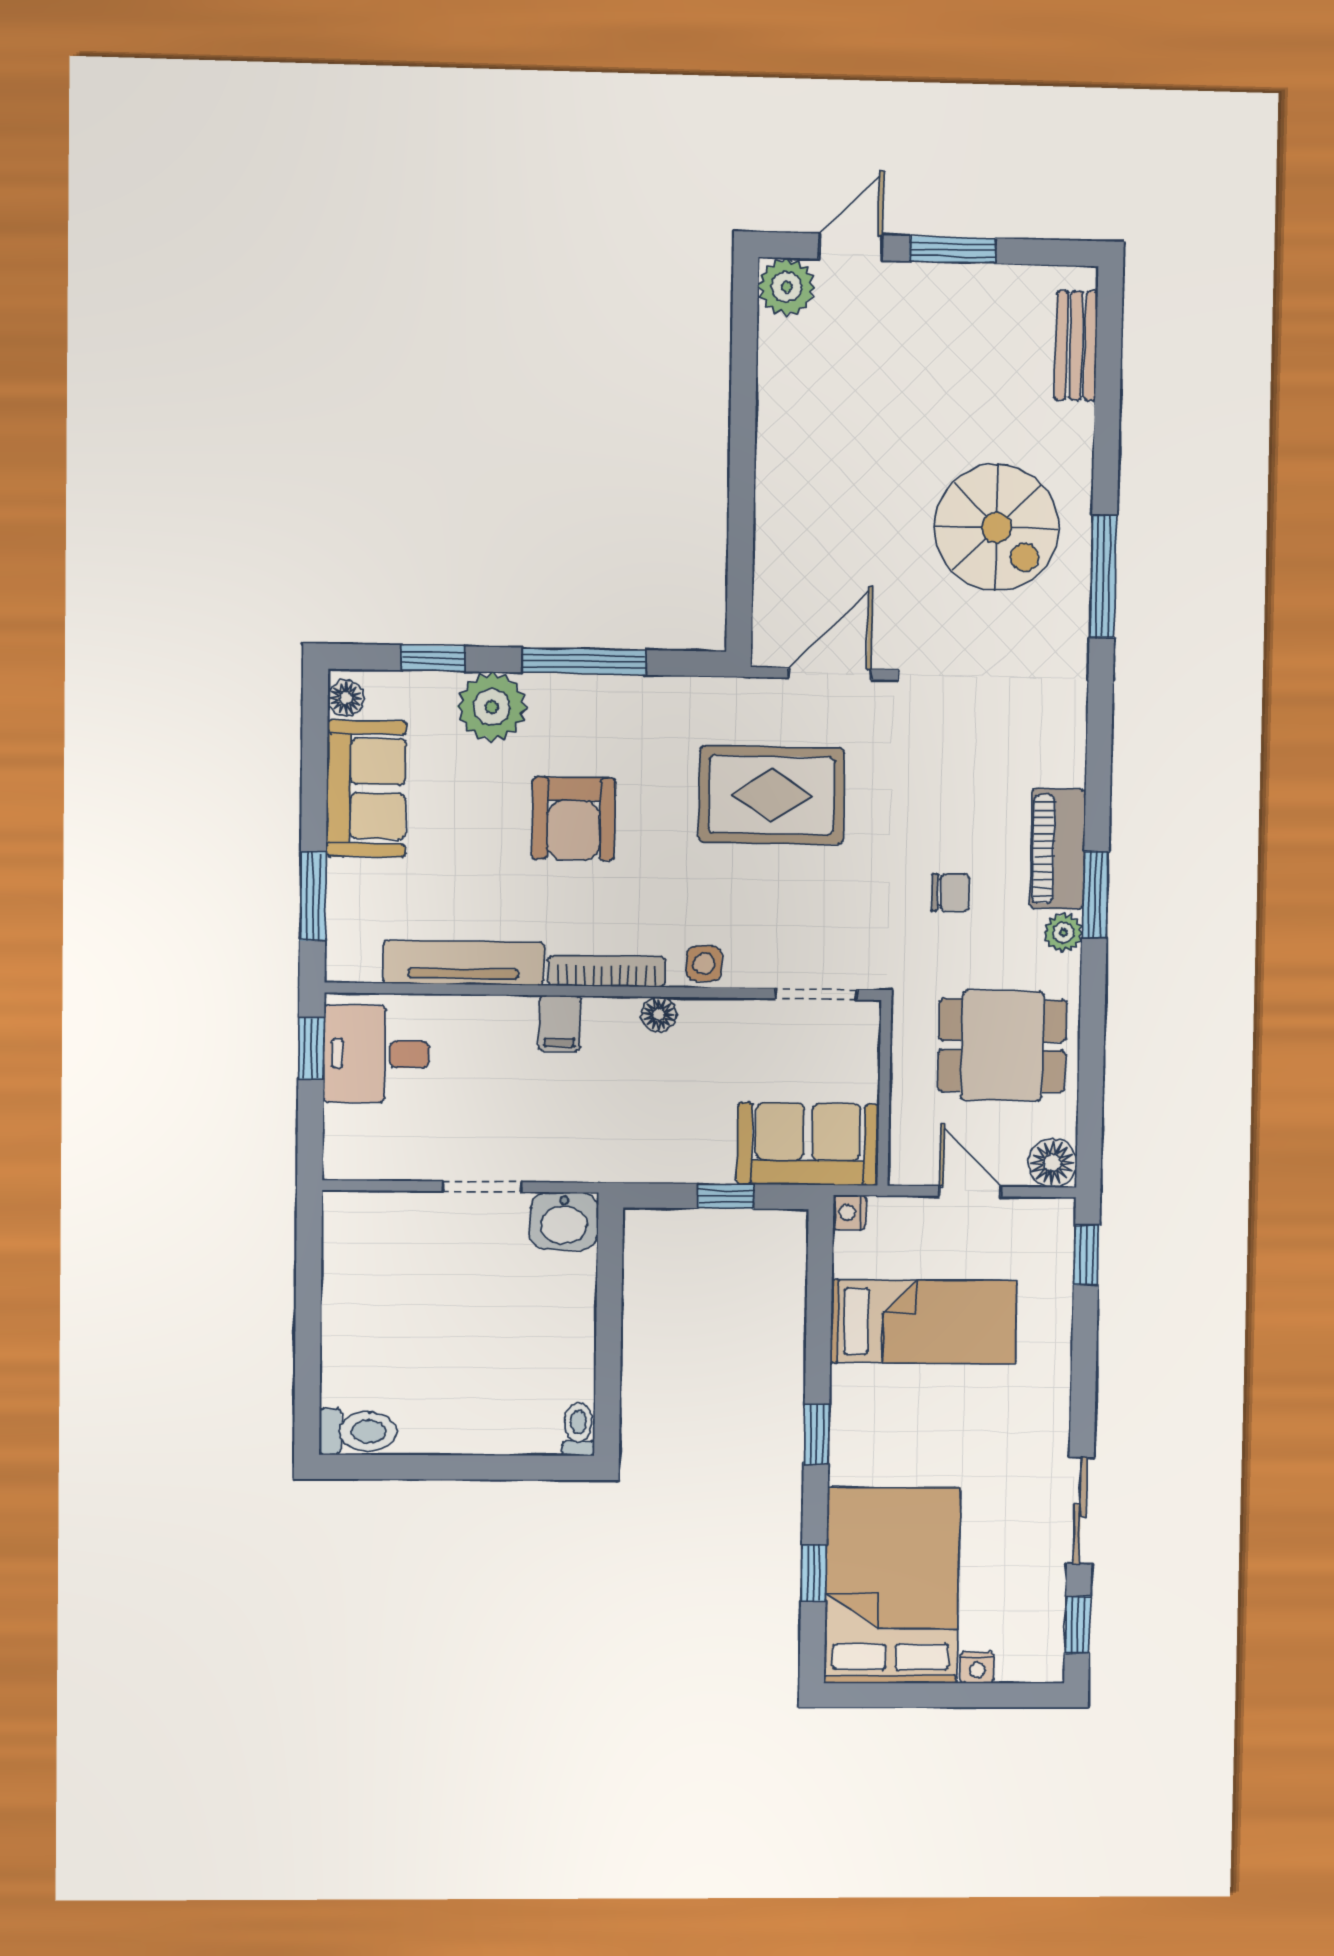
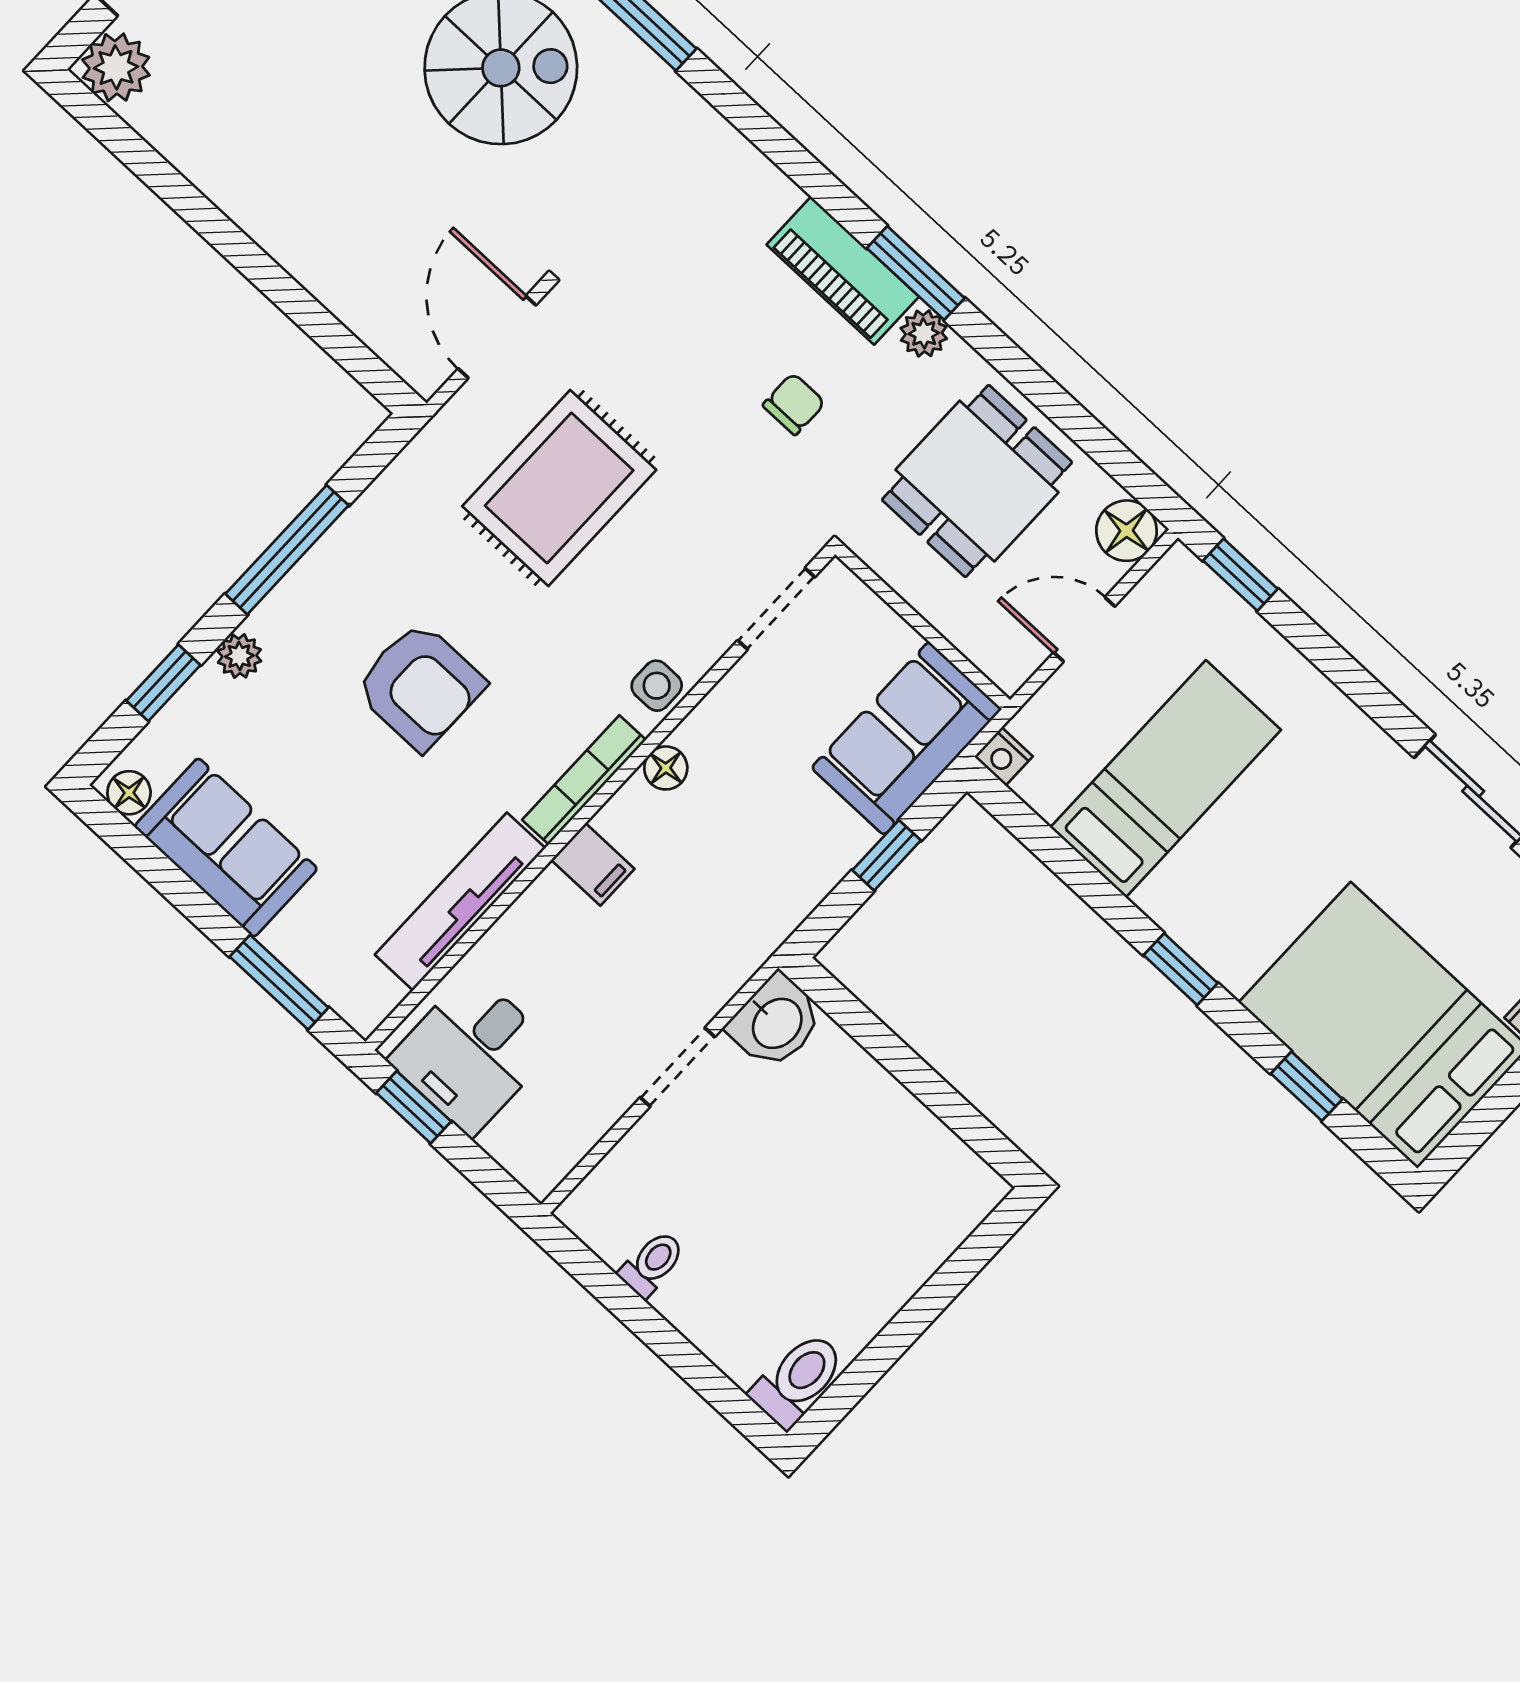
plant: (492, 707) -> (239, 656), width x0.53, depth x0.53
toilet: (578, 1429) -> (652, 1264), moved, turned 90

